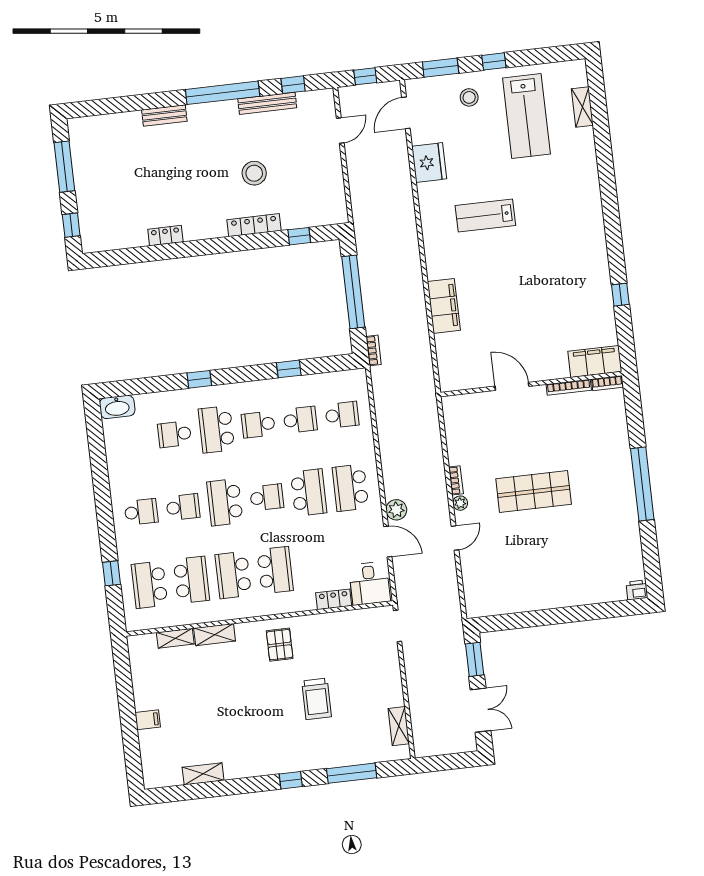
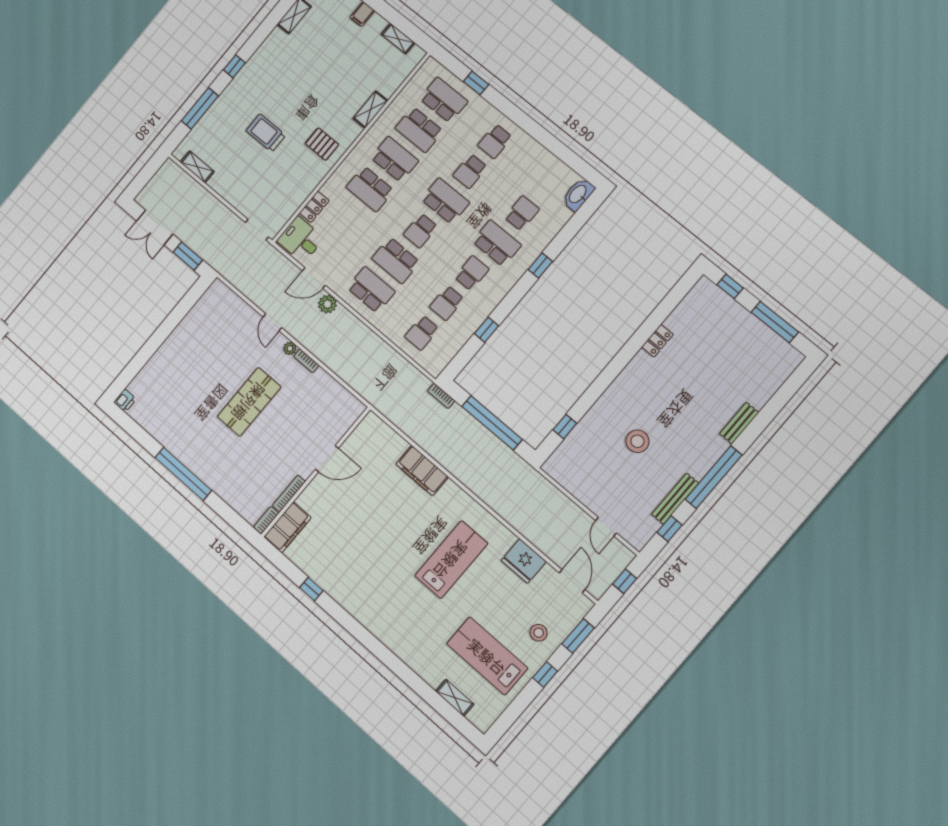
lab bench: (485, 215) -> (451, 560), width x1.36, depth x1.39
locker: (254, 225) -> (603, 405), removed
shelving: (175, 638) -> (398, 39), moved, turned 90

